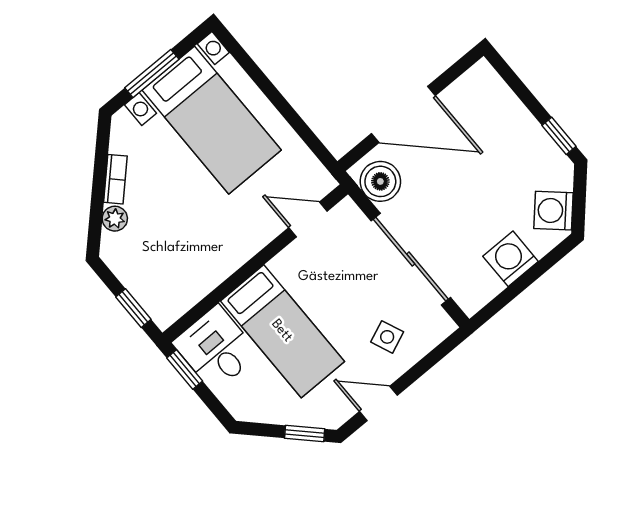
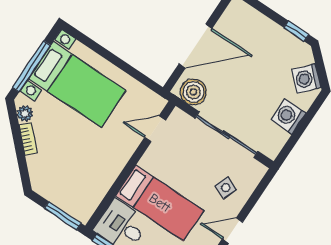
window: (152, 73) -> (31, 66), width x1.44
plant: (115, 219) -> (25, 113), moved
window: (133, 308) -> (63, 216), width x1.50
side table: (387, 337) -> (226, 187), turned 45

